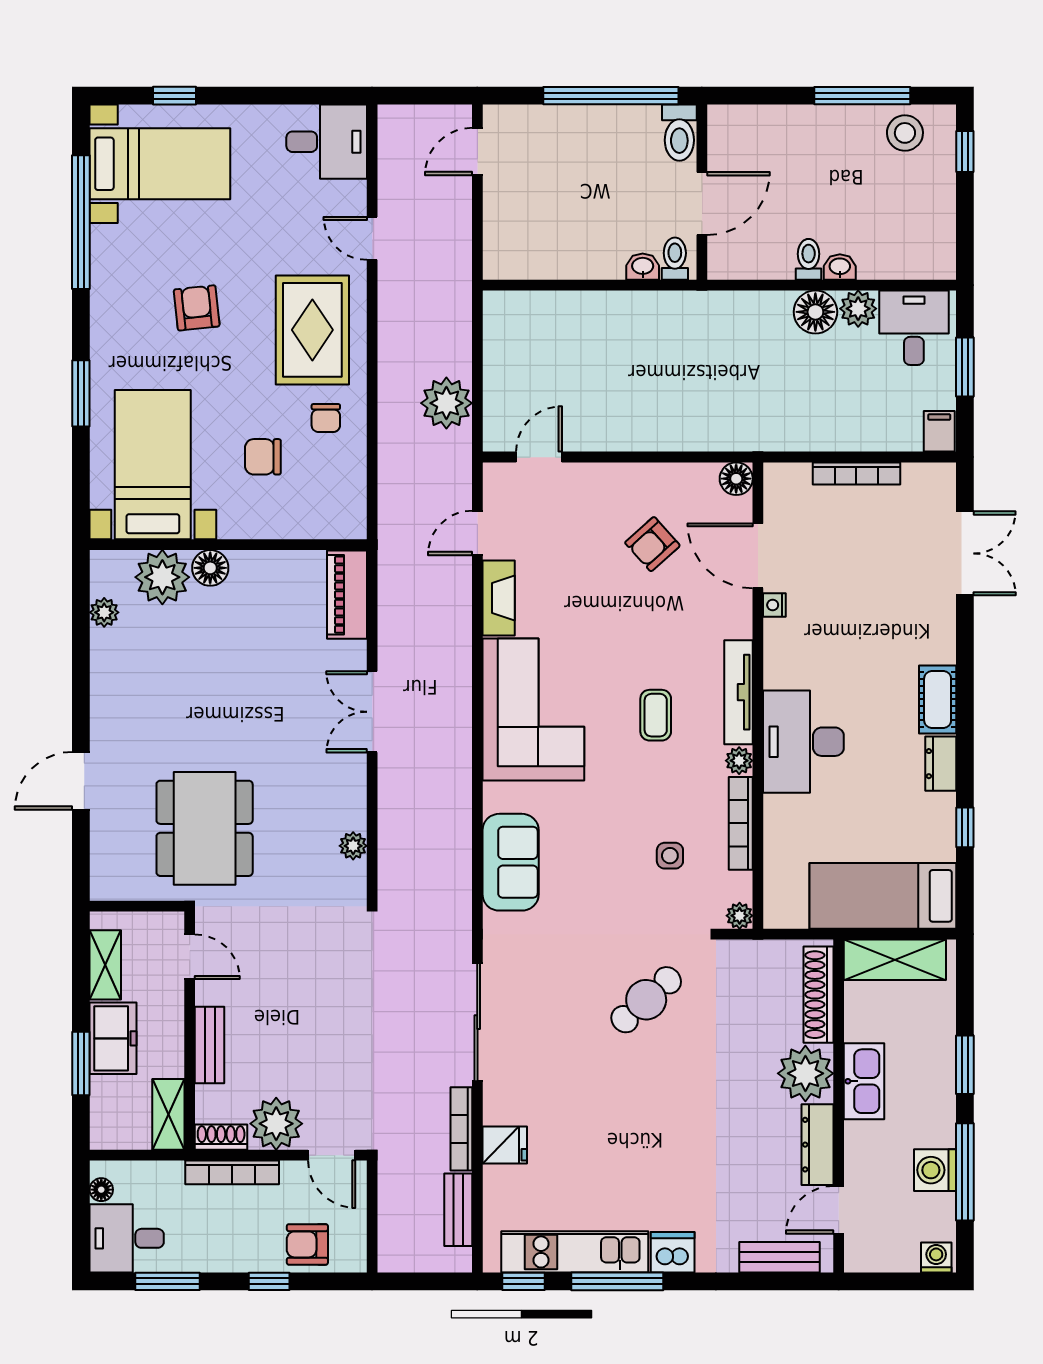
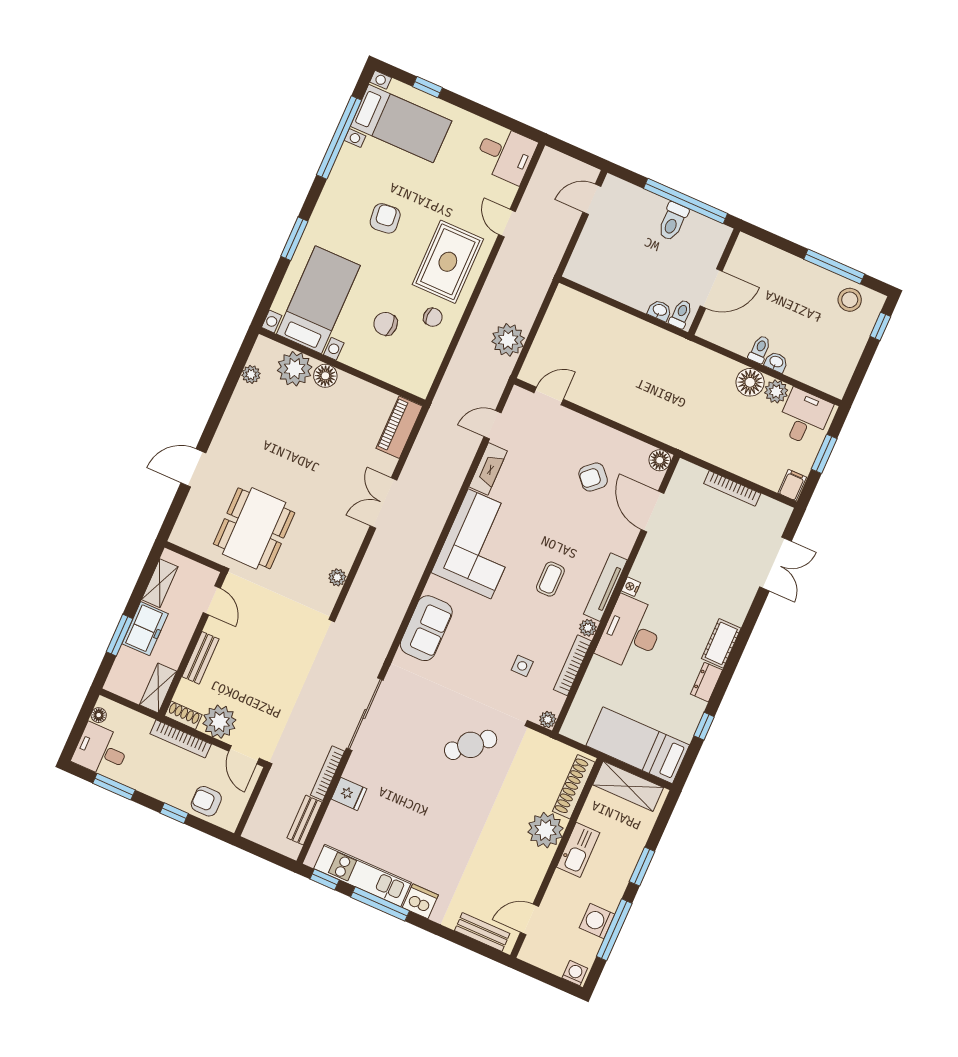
toilet: (679, 133) -> (673, 222), moved
chair: (326, 418) -> (433, 317), turned -90
nightstand: (774, 605) -> (631, 587), moved
dresser: (818, 1145) -> (534, 875), removed

